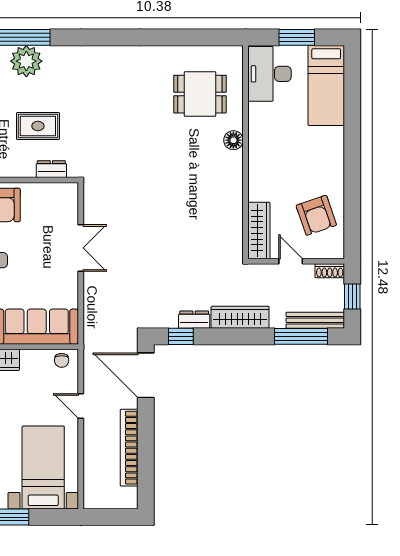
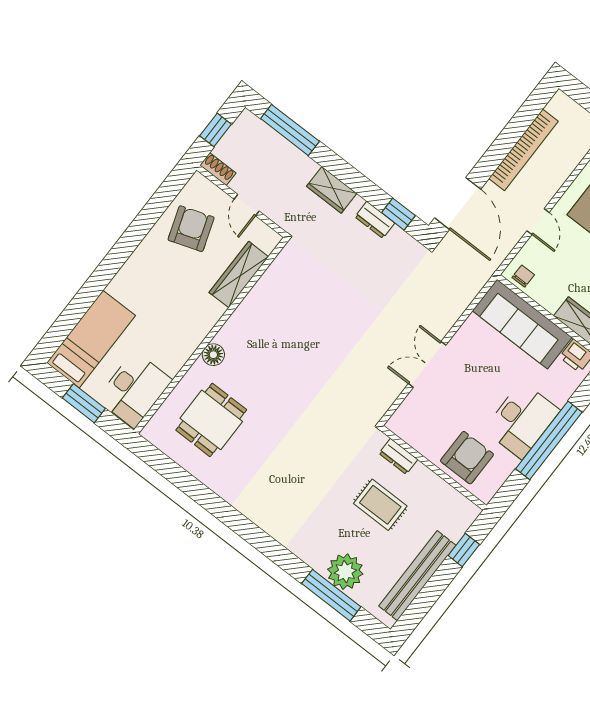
dining table: (200, 94) -> (211, 420), turned 90
wardrobe: (259, 230) -> (239, 275), moved
wardrobe: (240, 317) -> (332, 190), width x0.67
bench: (315, 320) -> (266, 134), removed

